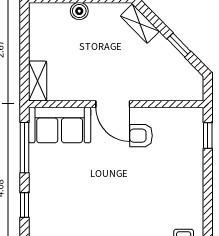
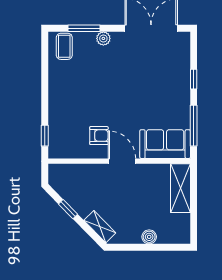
shelving: (38, 81) -> (180, 188), width x1.50, depth x1.33

